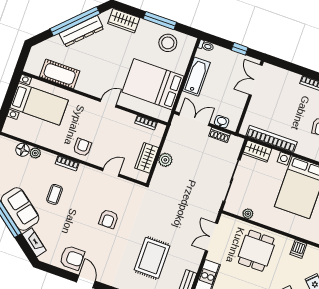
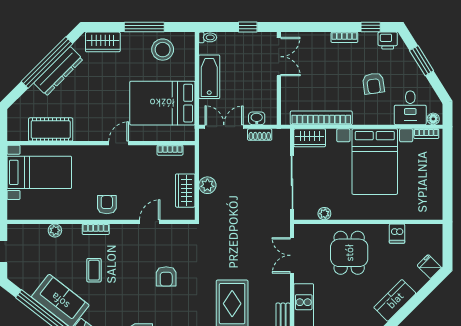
double door: (256, 80) -> (279, 57), swing flipped
floor lamp: (23, 150) -> (39, 232), removed

